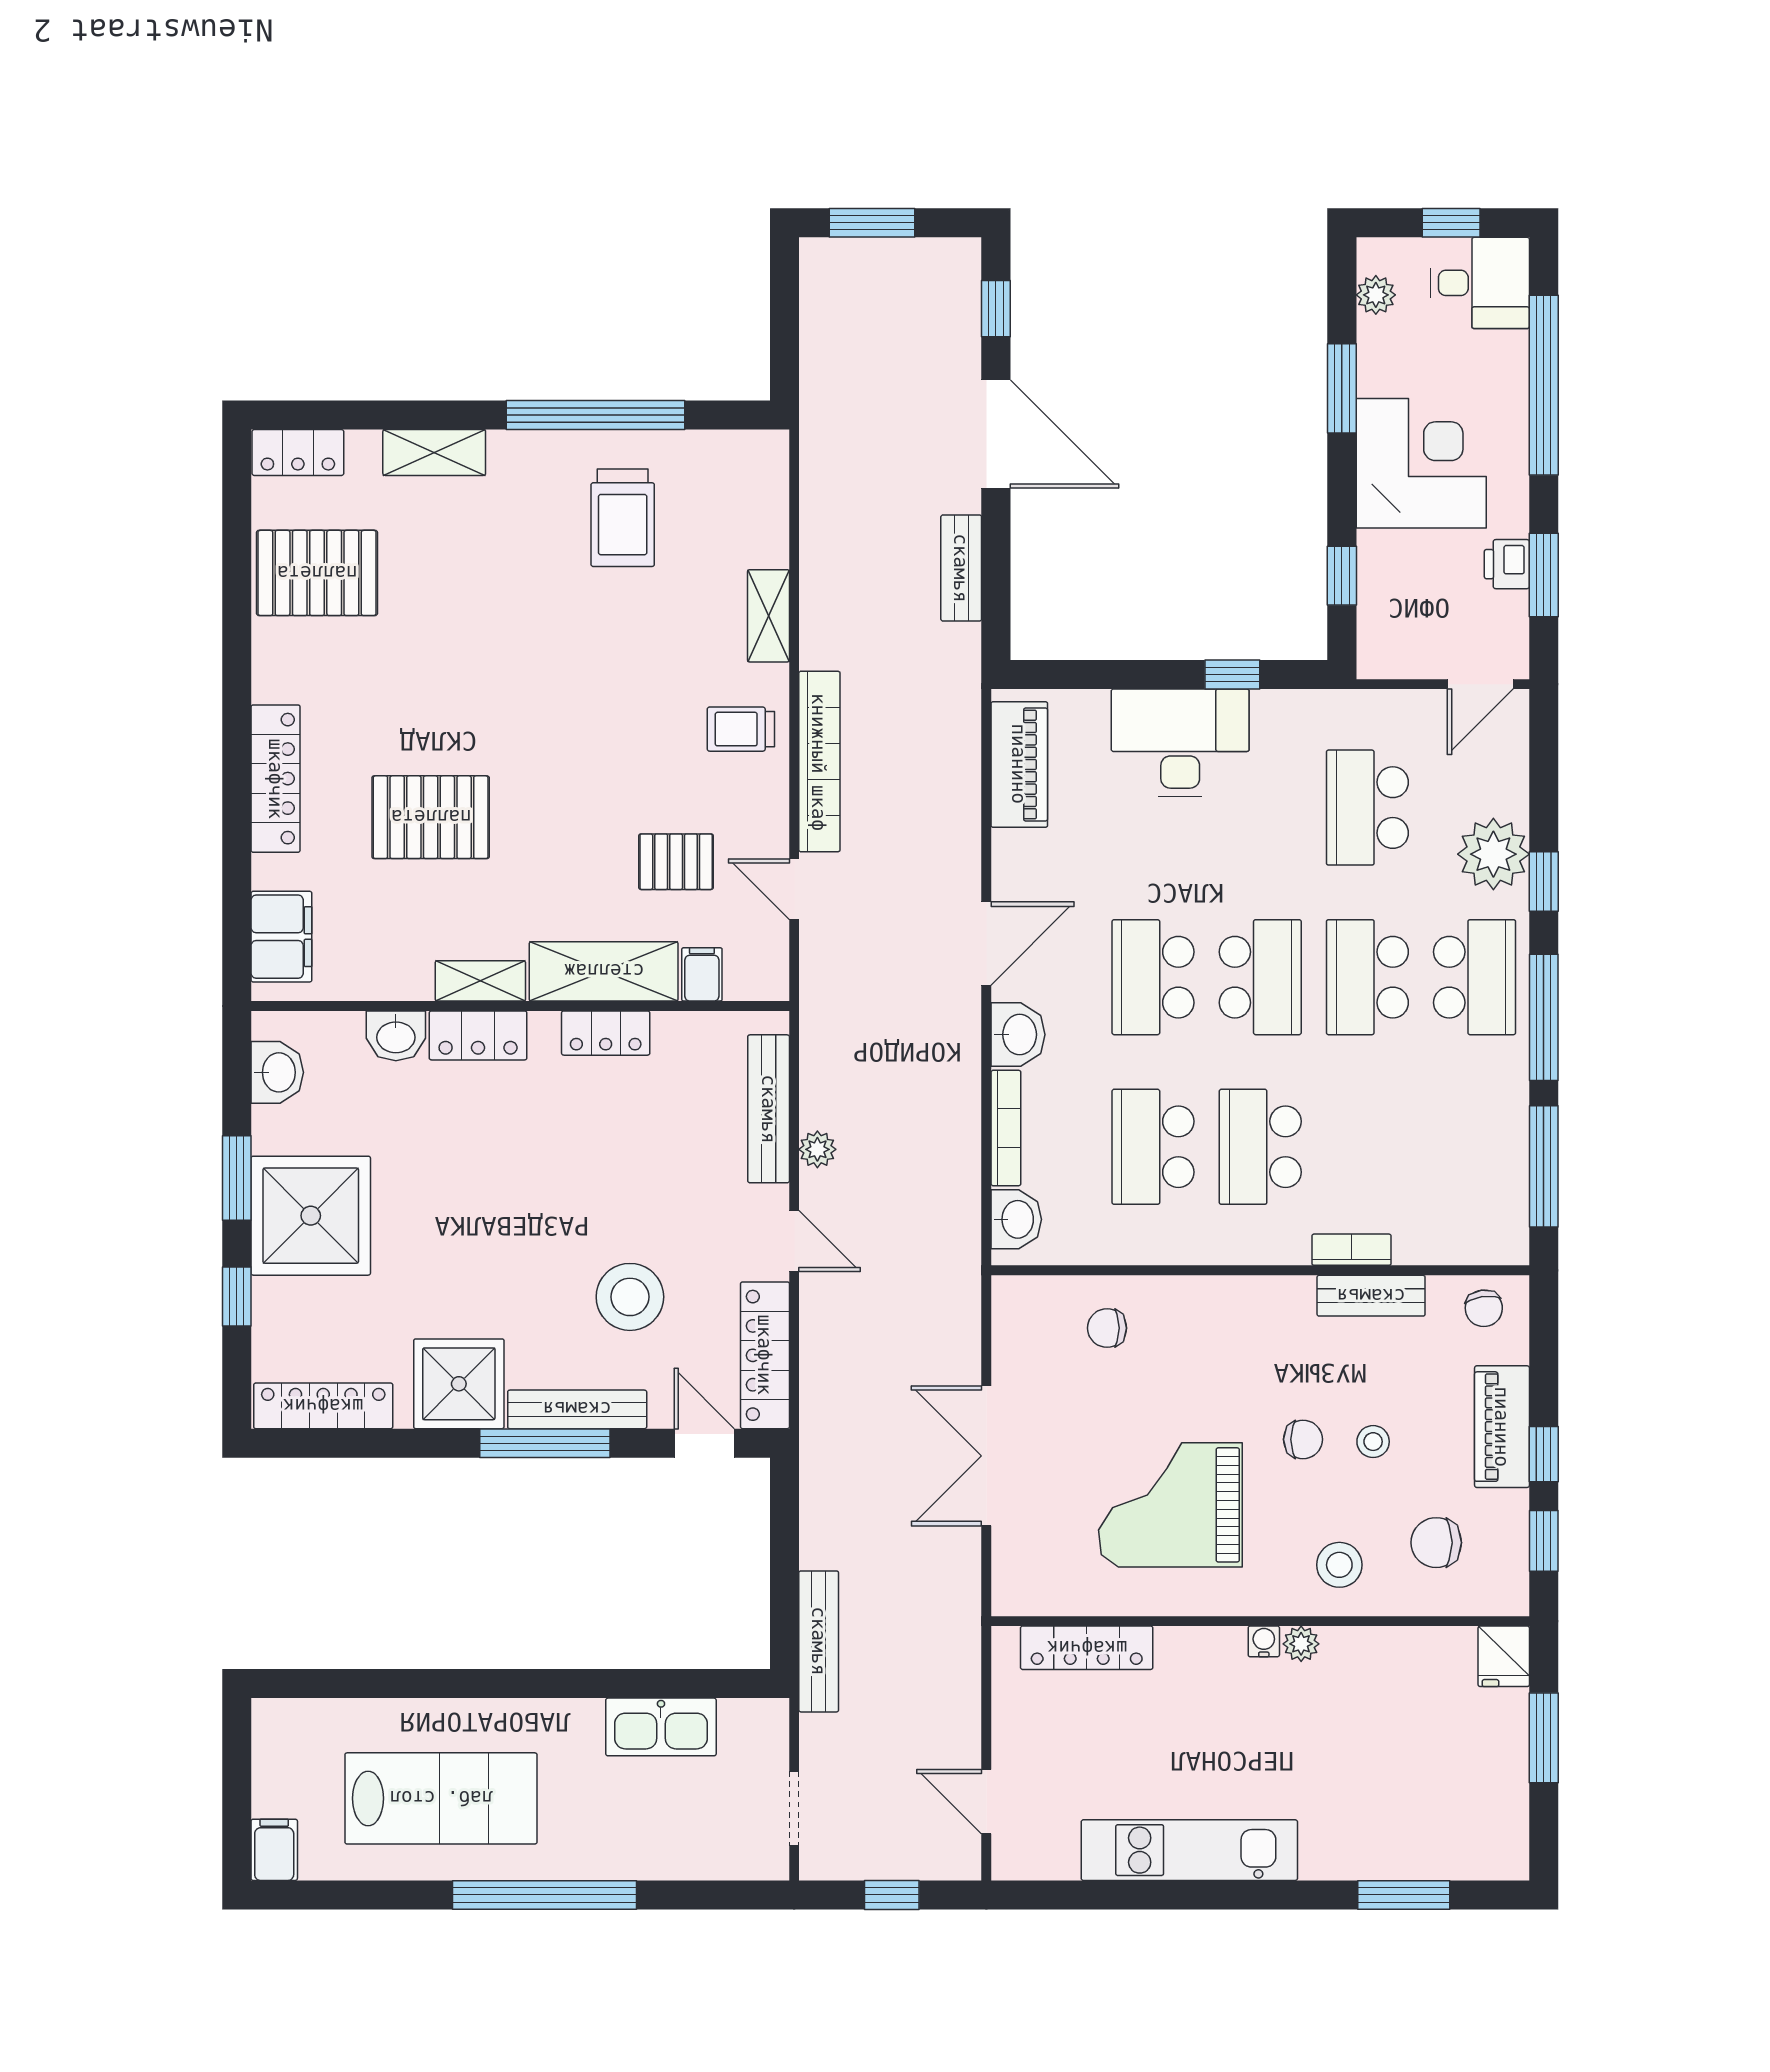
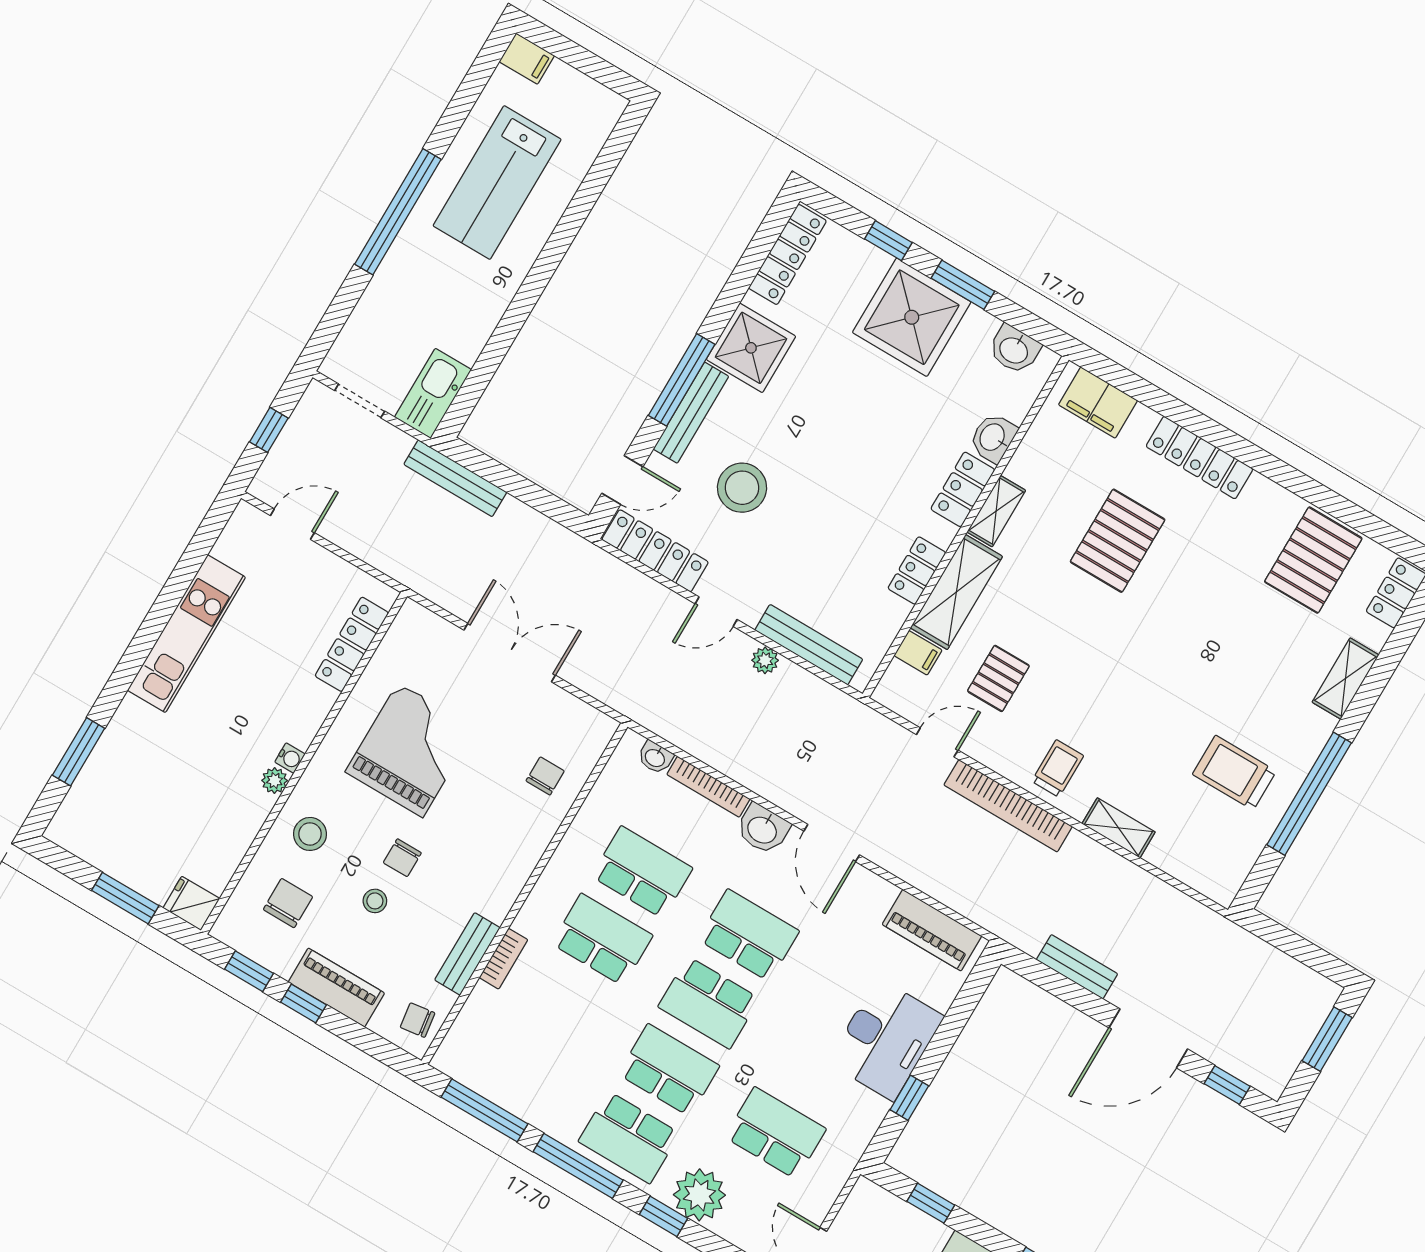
washbasin: (1016, 1219) -> (655, 757), width x0.72, depth x0.69
kitchen sink: (661, 1727) -> (433, 393), moved

